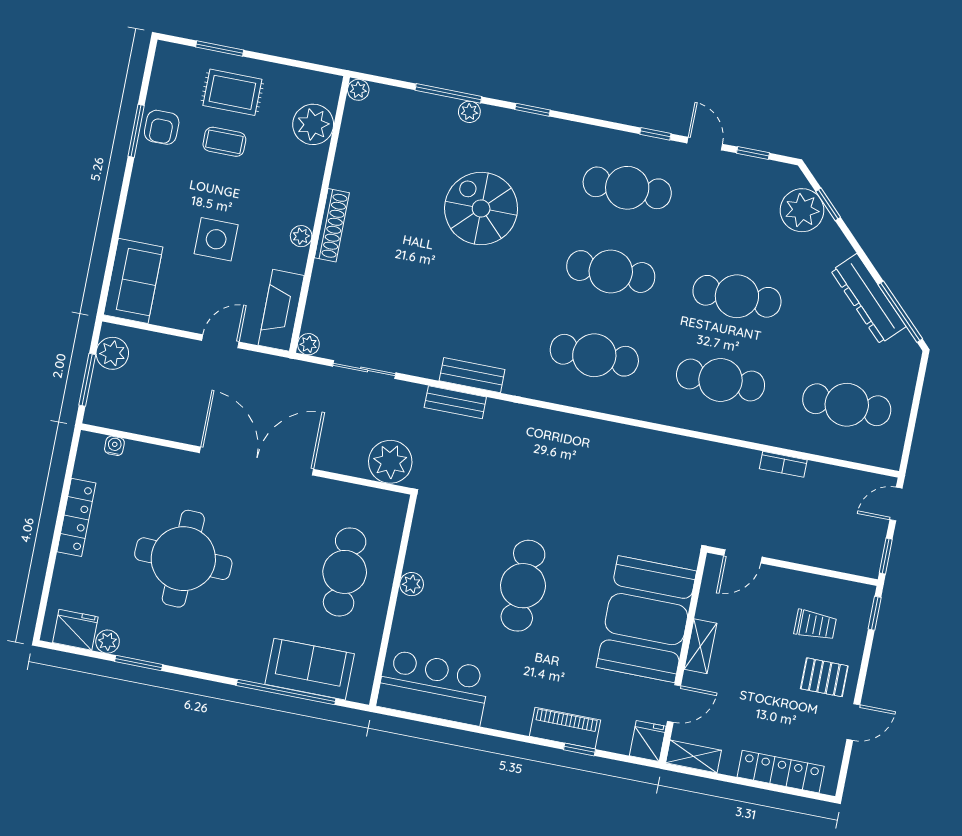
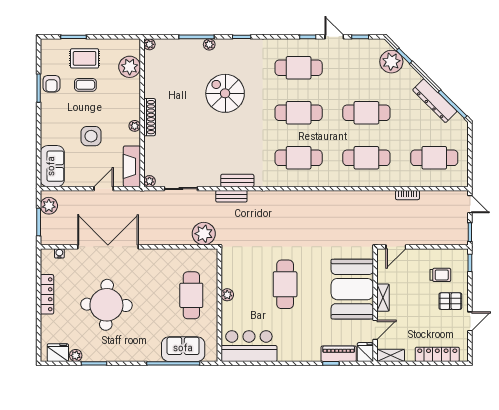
double door: (257, 461) -> (108, 247), moved
door: (896, 504) -> (470, 204), swing flipped
piano: (565, 728) -> (339, 354), moved

